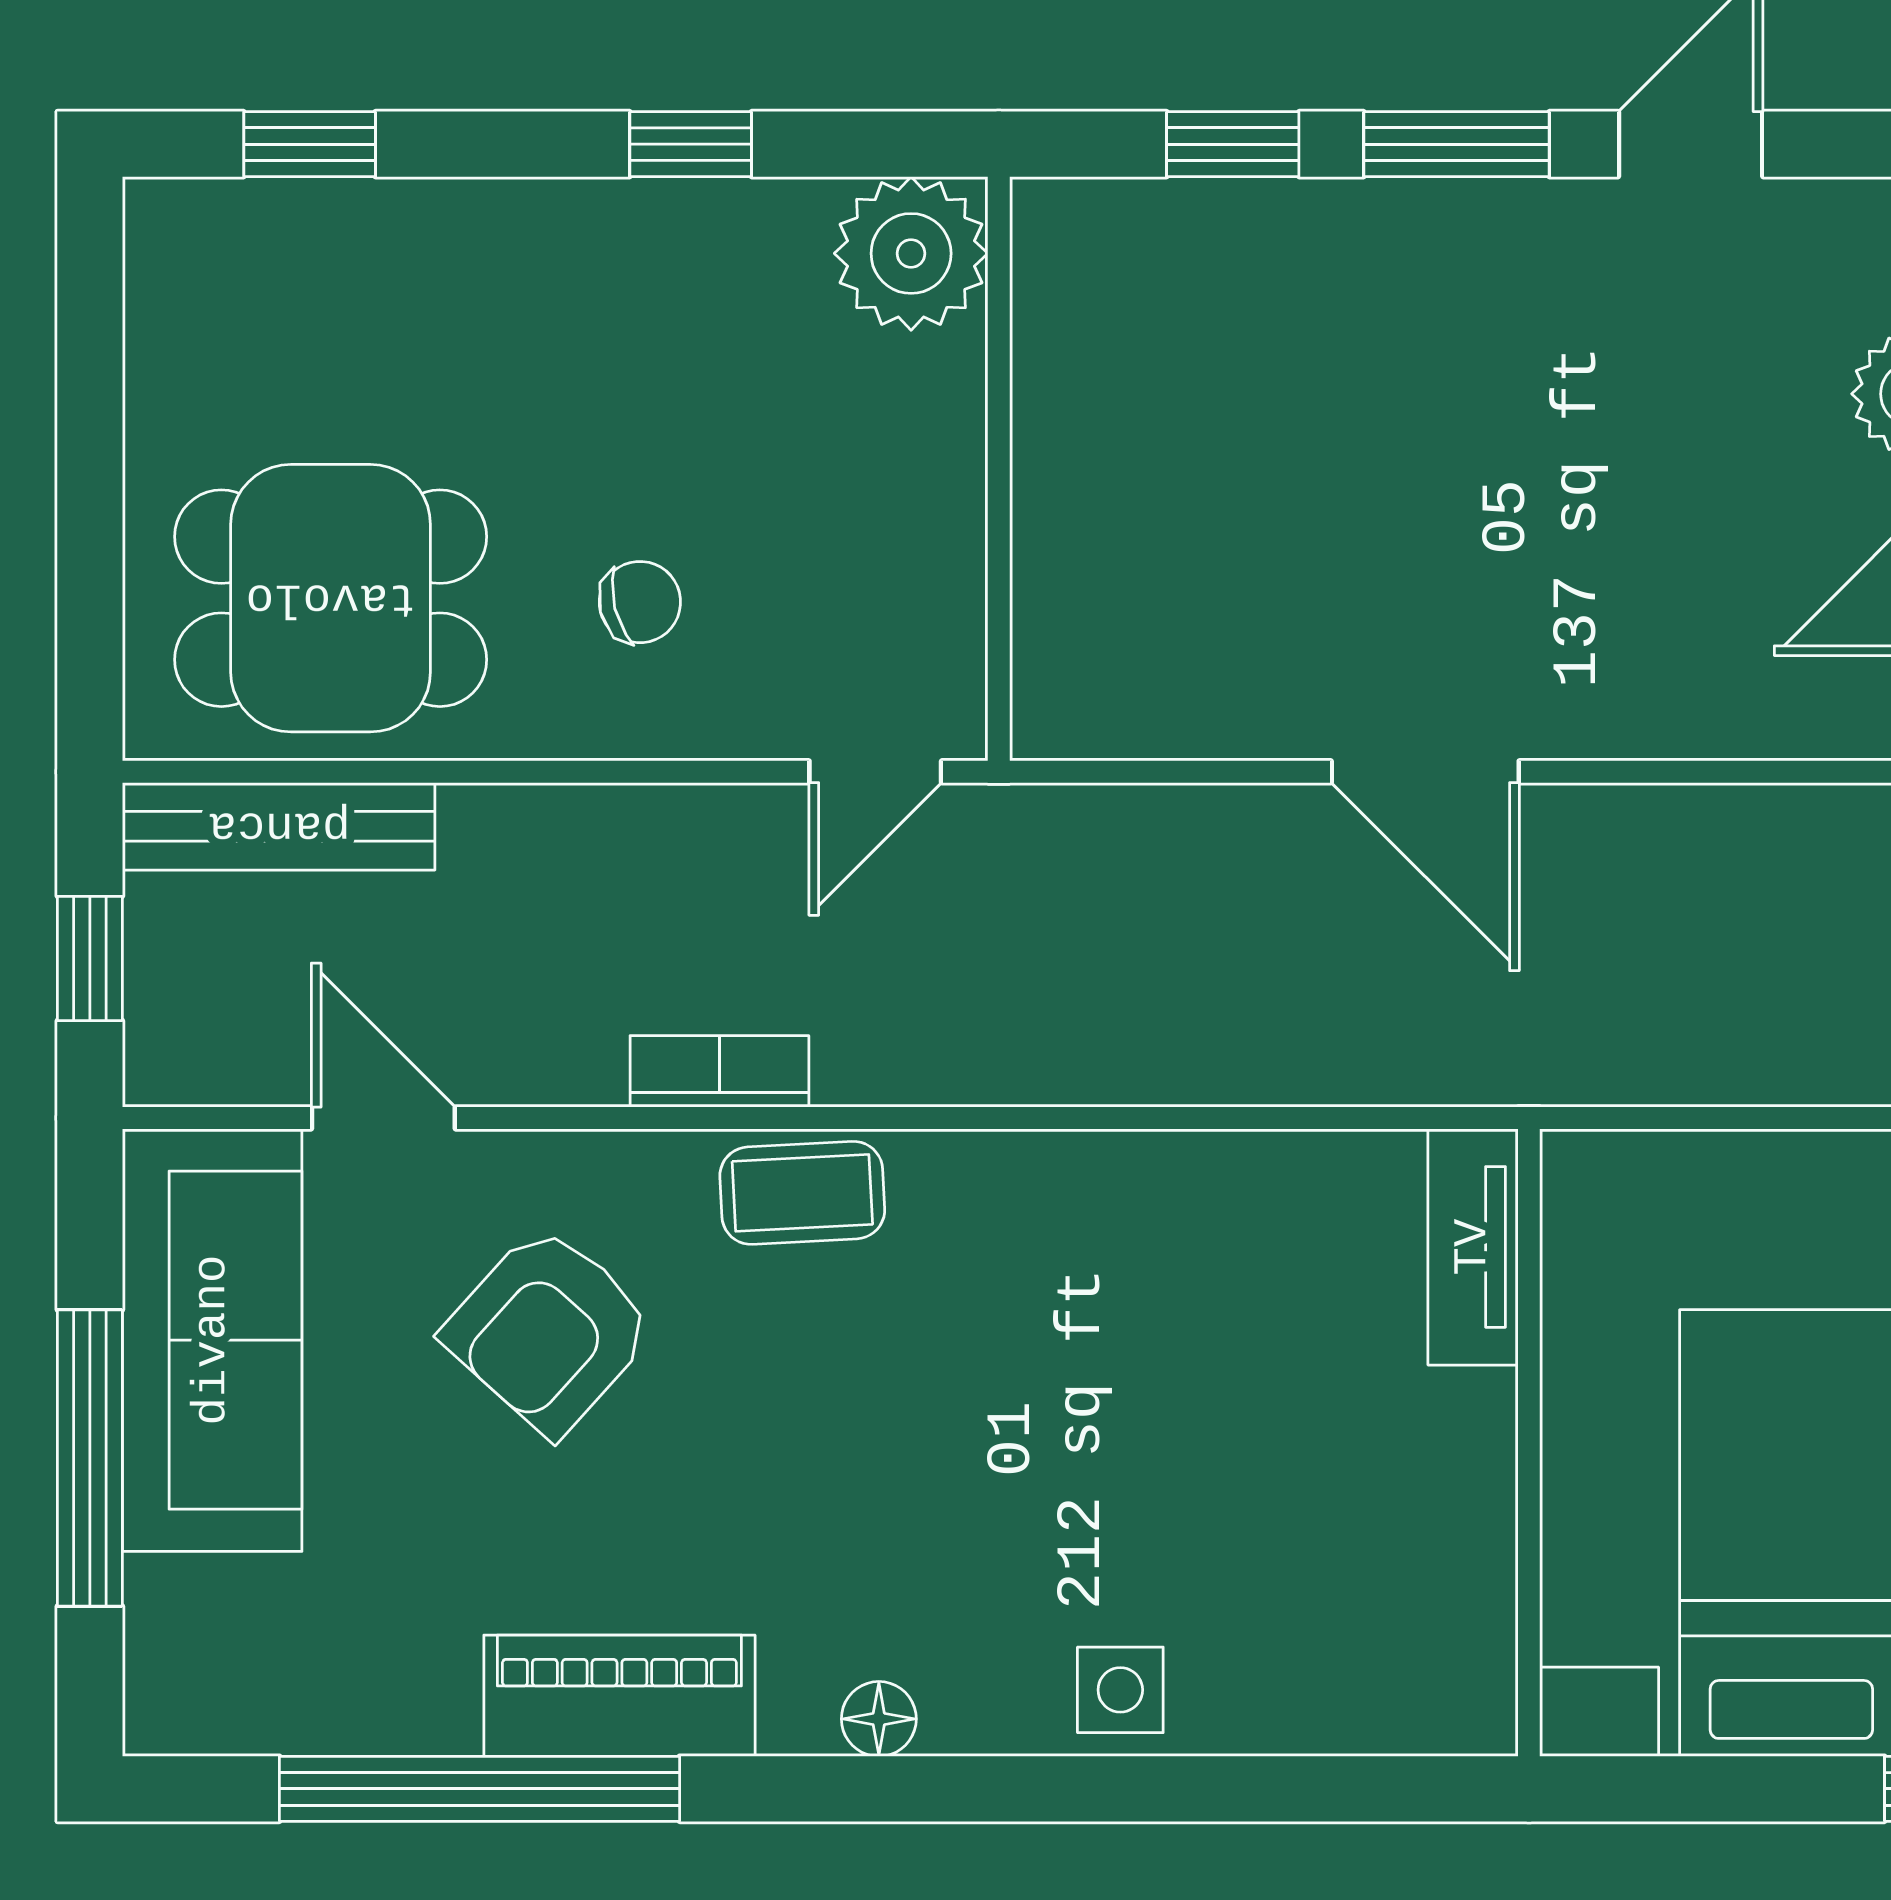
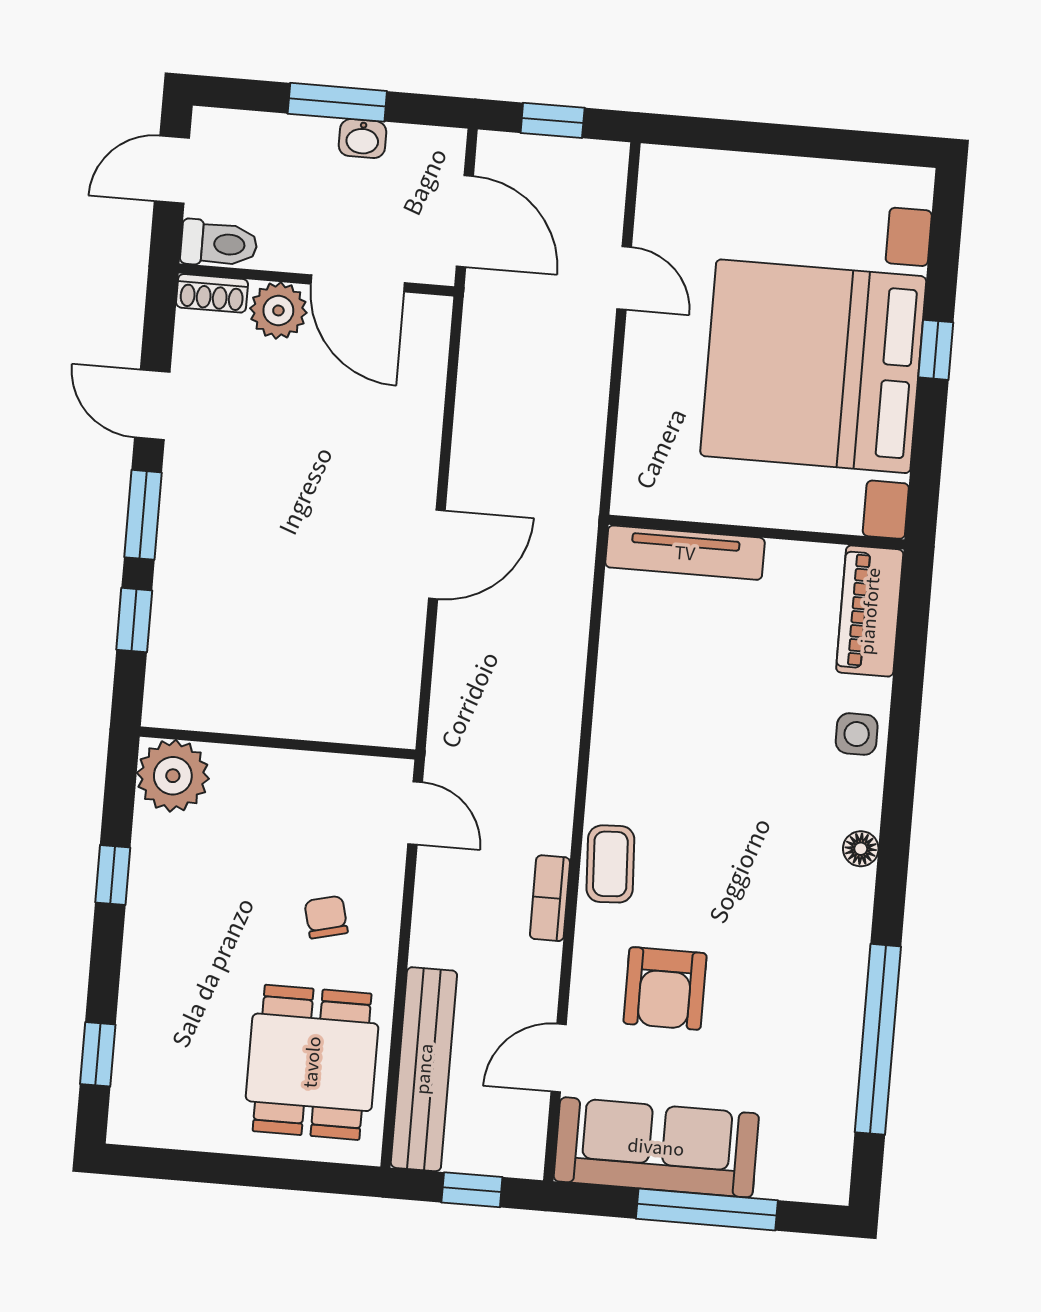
bench: (279, 826) -> (424, 1069), width x1.37, depth x1.21
tv unit: (1473, 1247) -> (685, 553), width x1.41
armchair: (549, 1330) -> (665, 988), turned 48
piano: (619, 1696) -> (870, 611), moved

